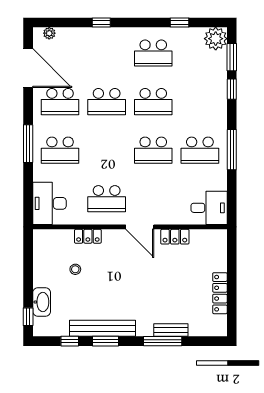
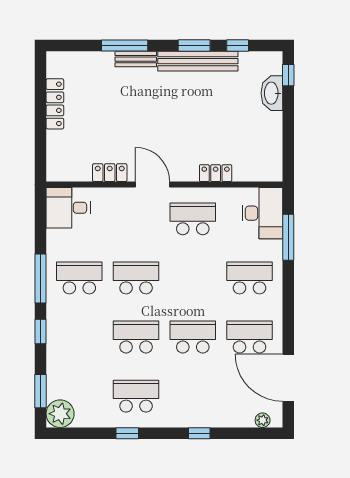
window: (179, 23) -> (127, 433), moved
window: (232, 89) -> (41, 331), moved
window: (28, 144) -> (288, 237), moved
stool: (75, 269) -> (231, 133), removed
bench: (171, 330) -> (136, 59), moved

